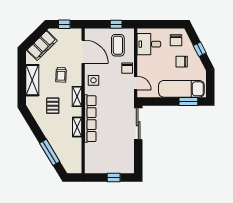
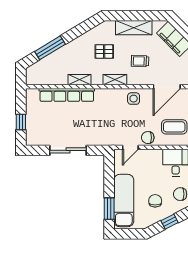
row of seats: (90, 119) -> (67, 95), moved
sliding door: (138, 124) -> (68, 150), moved

